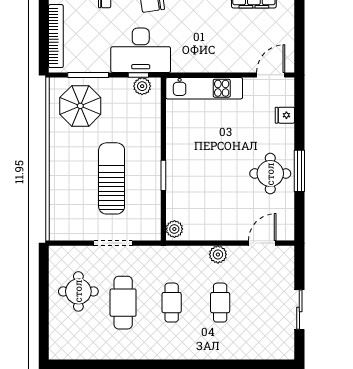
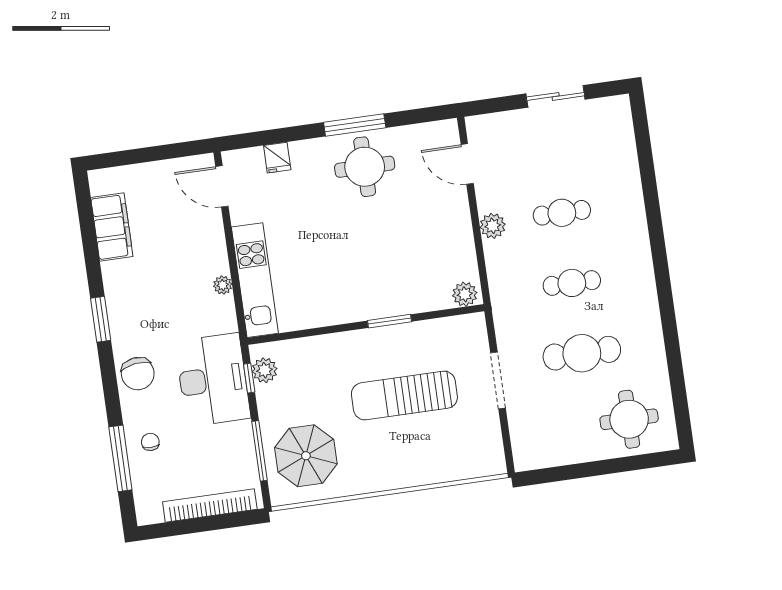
plant: (204, 66) -> (223, 285), added
round table: (78, 291) -> (629, 419), moved

